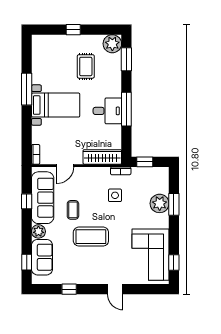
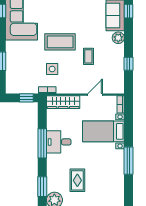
bed with nightstands: (56, 105) -> (103, 131), moved
sofa: (43, 198) -> (115, 67), removed
plant: (160, 203) -> (14, 62), removed
coffee table: (91, 237) -> (60, 42), moved

